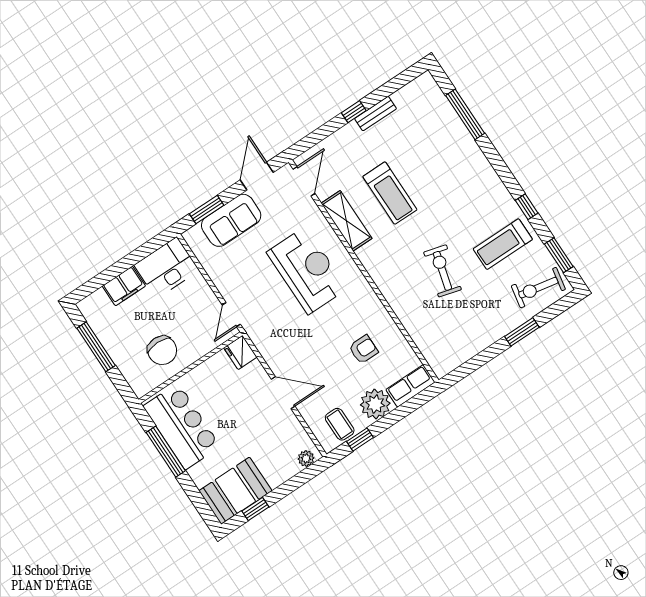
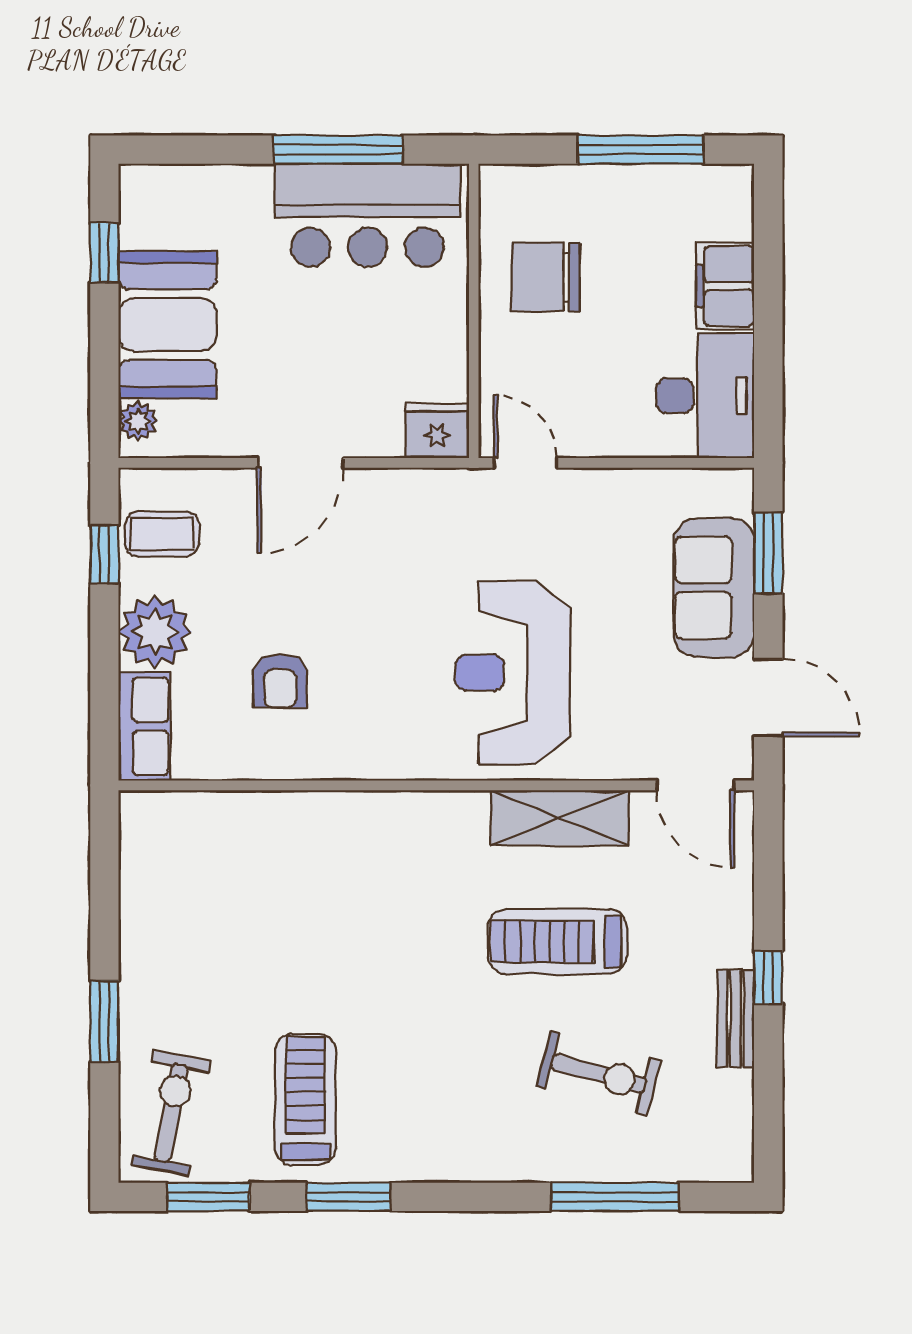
window: (527, 207) -> (348, 1197), width x1.50
reception desk: (307, 270) -> (513, 673), turned 90
exercise bike: (442, 271) -> (599, 1074), moved
booth: (235, 491) -> (168, 325), moved

